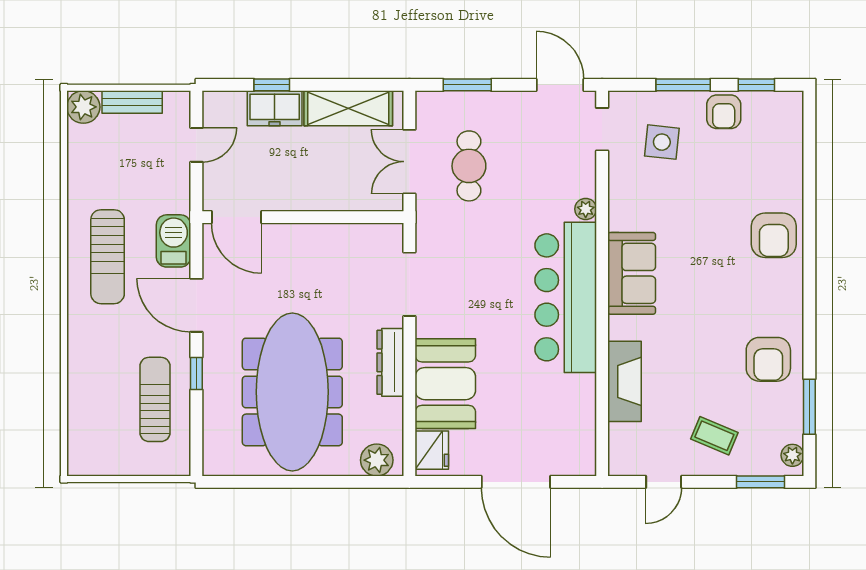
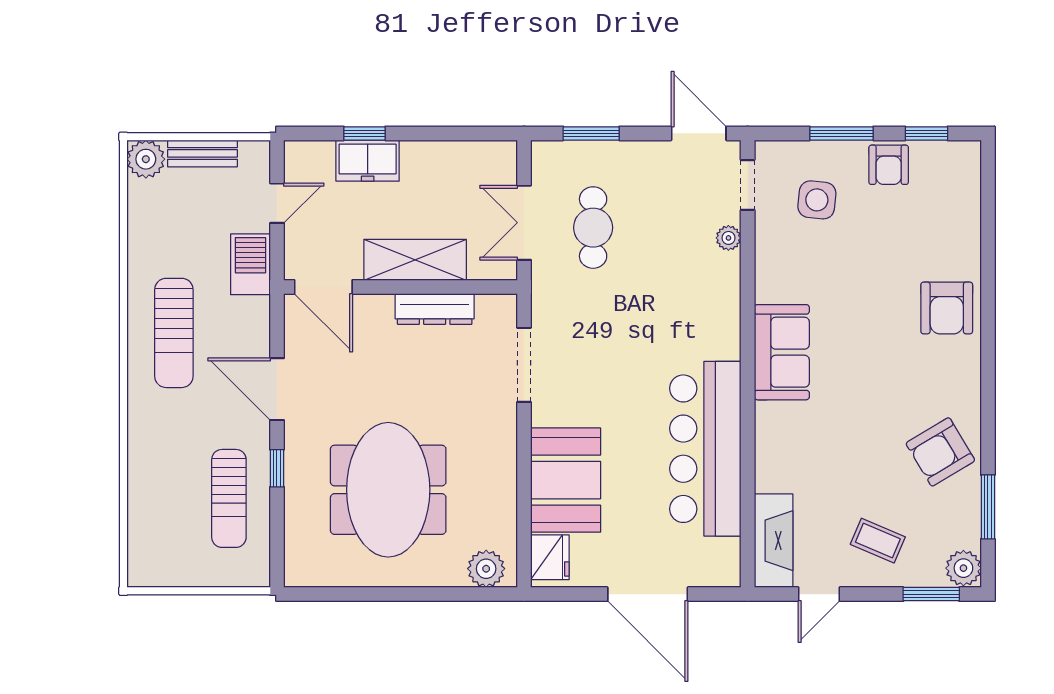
shelving: (348, 108) -> (415, 260), moved
plant: (586, 209) -> (728, 238), moved
barbecue: (174, 241) -> (250, 264), moved
bar counter: (566, 297) -> (705, 449), moved
armchair: (768, 359) -> (940, 452), turned 59
dresser: (390, 362) -> (435, 309), moved, turned -90
fireplace: (624, 381) -> (774, 541), moved
meeting table: (292, 392) -> (388, 490), width x0.73
sun lounger: (155, 399) -> (229, 498), turned 180
plant: (792, 455) -> (963, 568), width x1.38, depth x1.38

